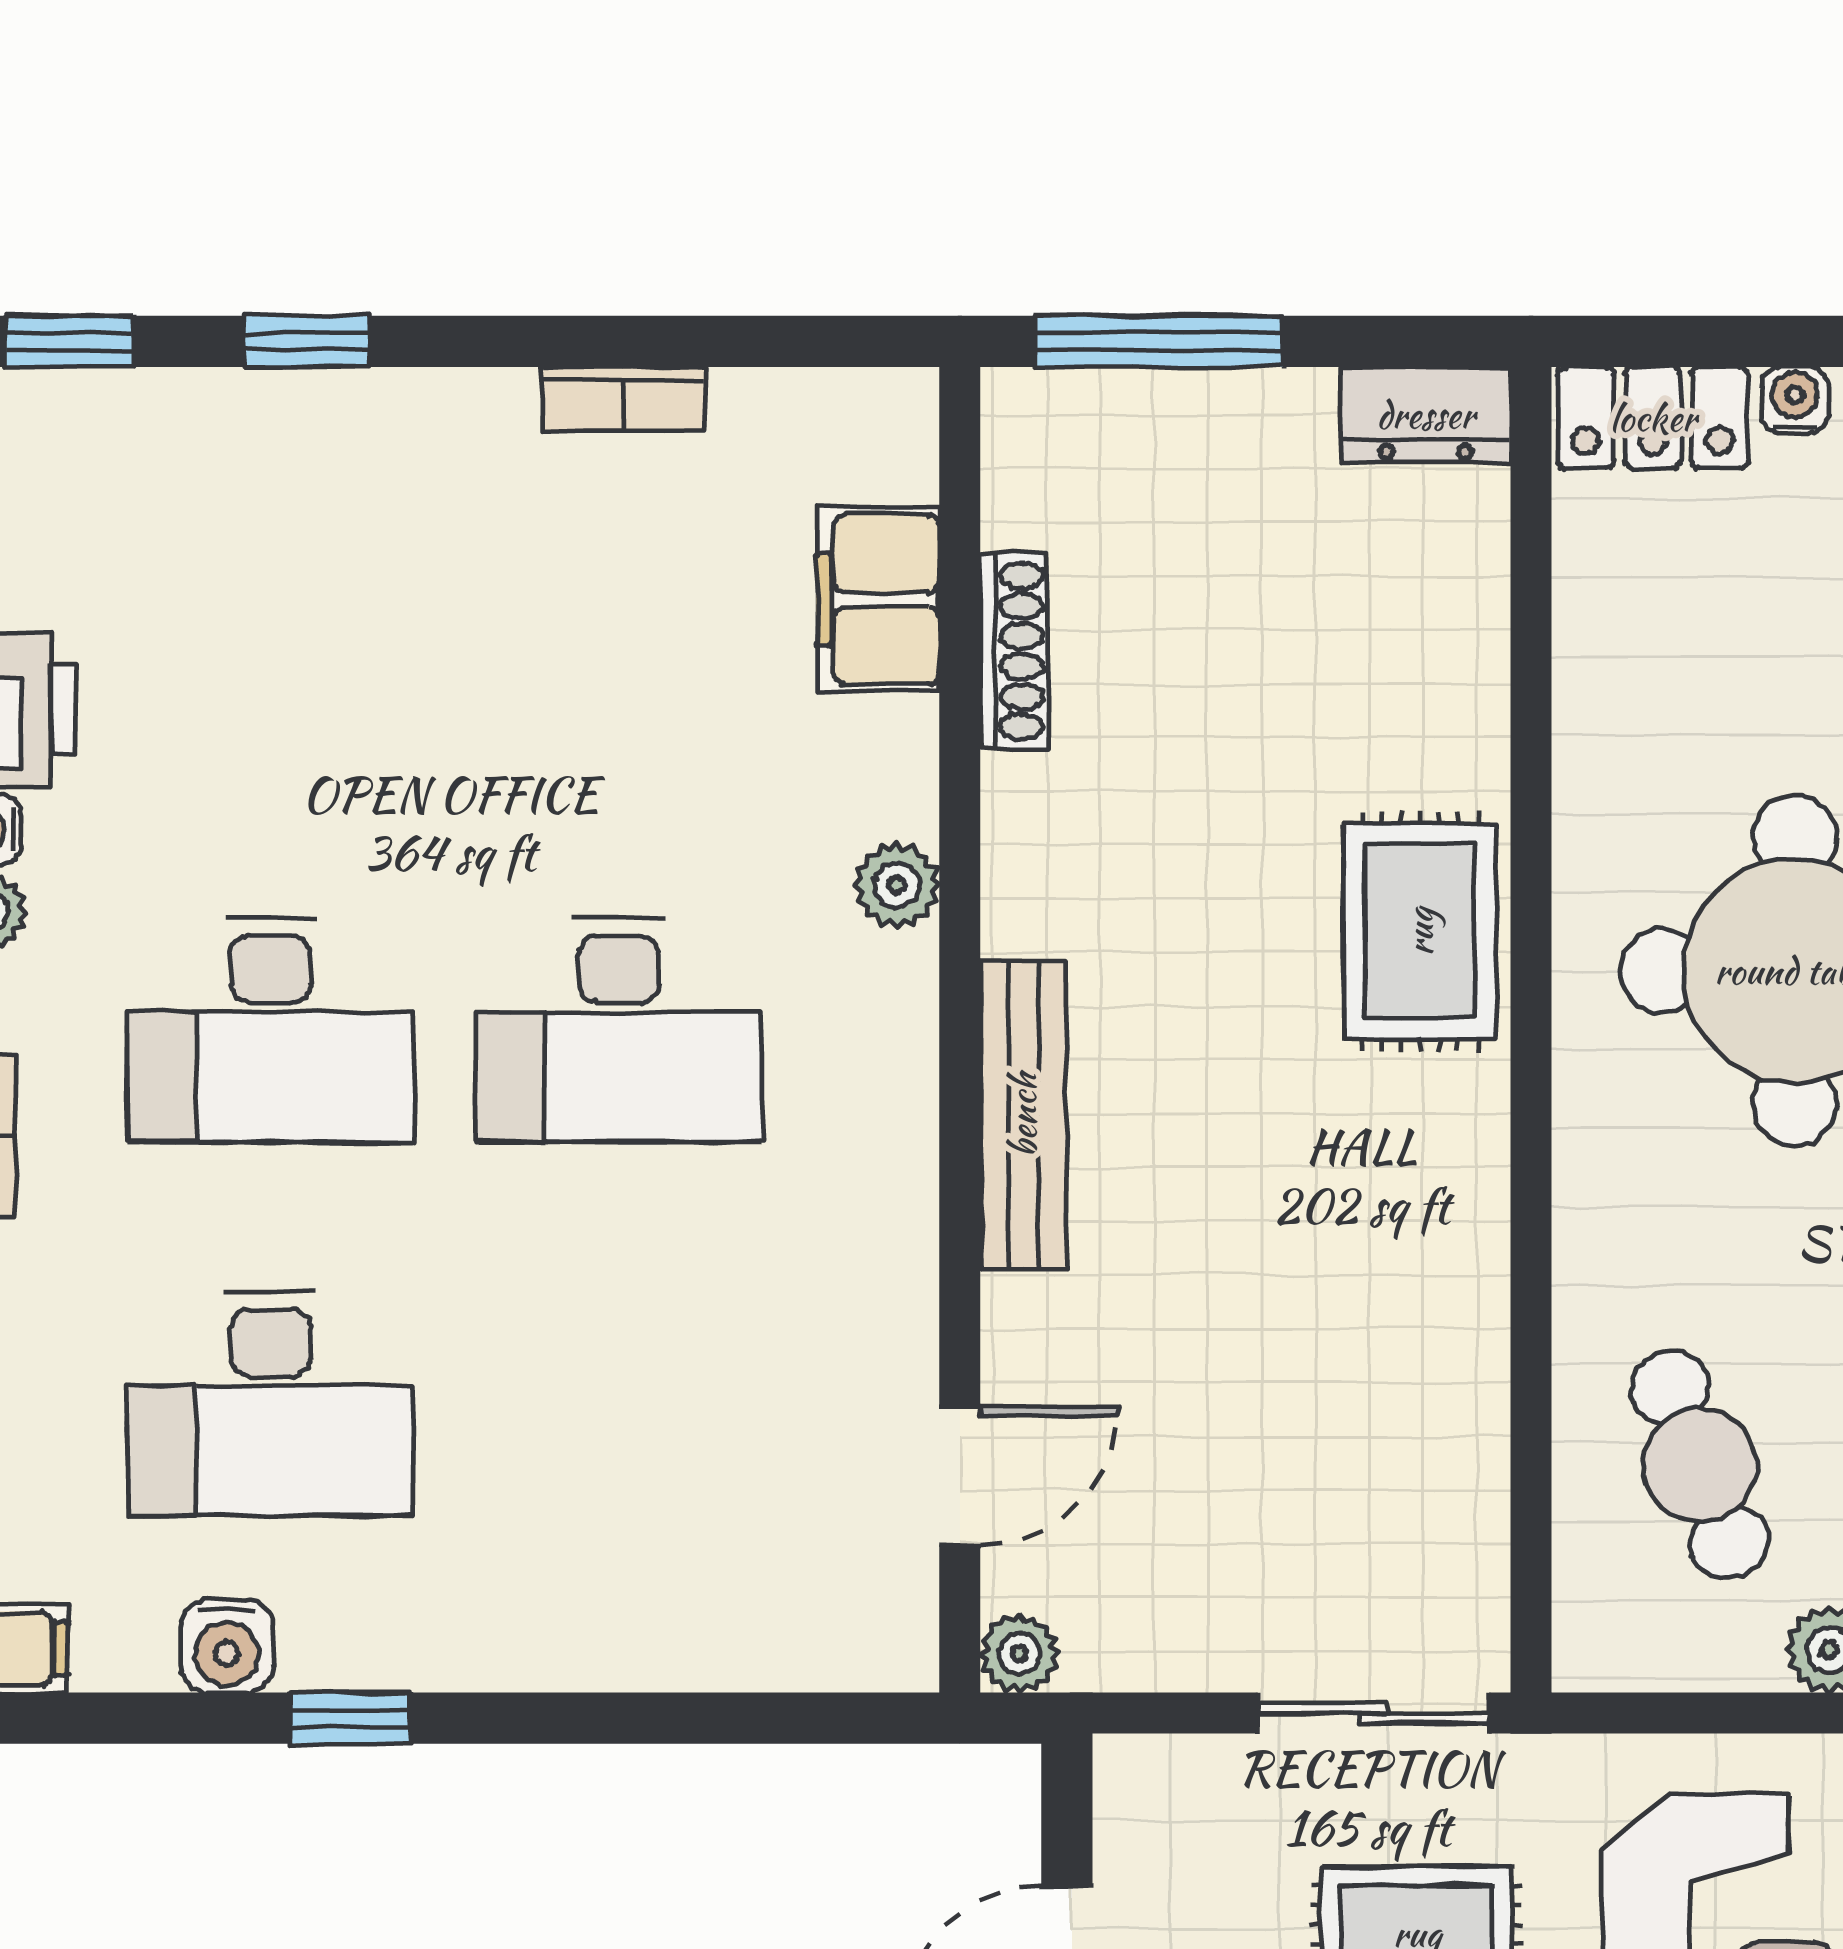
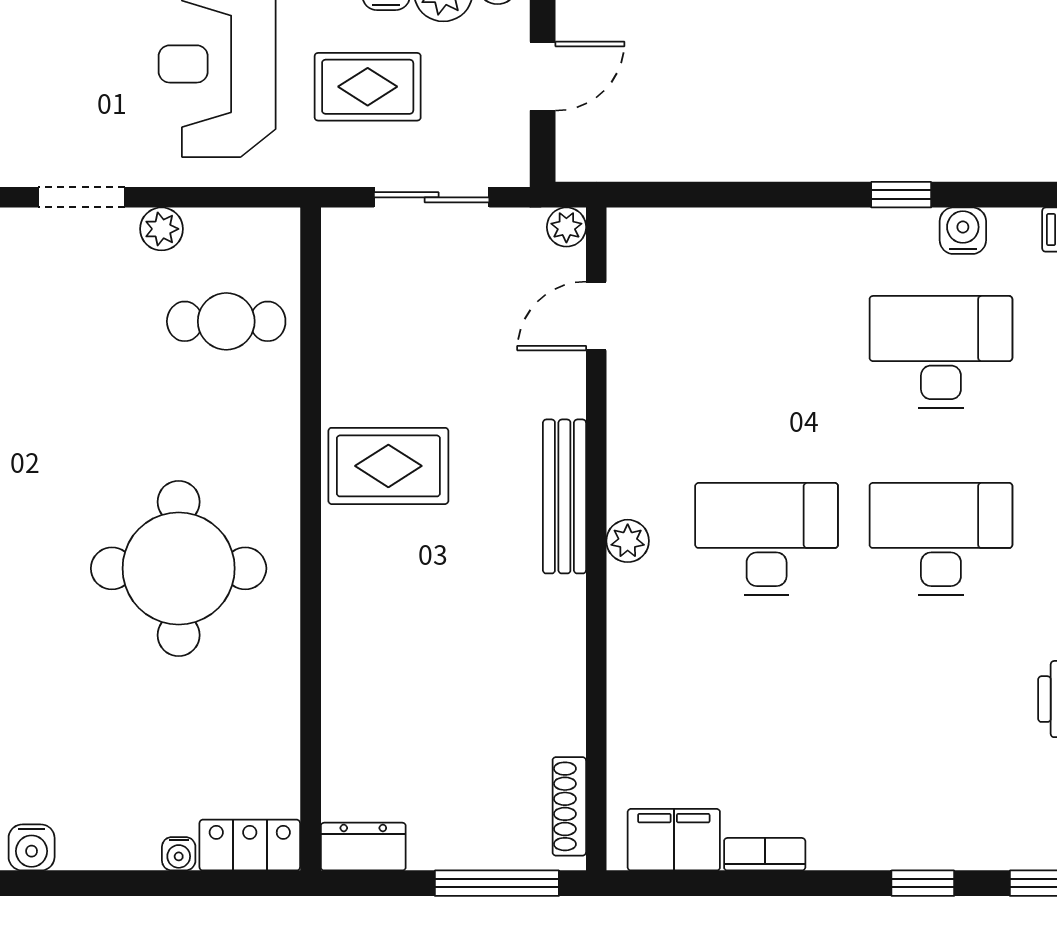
filing cabinet: (878, 600) -> (674, 840), moved, turned -90
shoe rack: (1014, 651) -> (569, 806), moved
plant: (897, 885) -> (628, 541), moved
rug: (1420, 932) -> (388, 466), moved, turned 90
cafe table: (1700, 1465) -> (226, 321), turned -69
sliding door: (1373, 1713) -> (432, 197), moved

